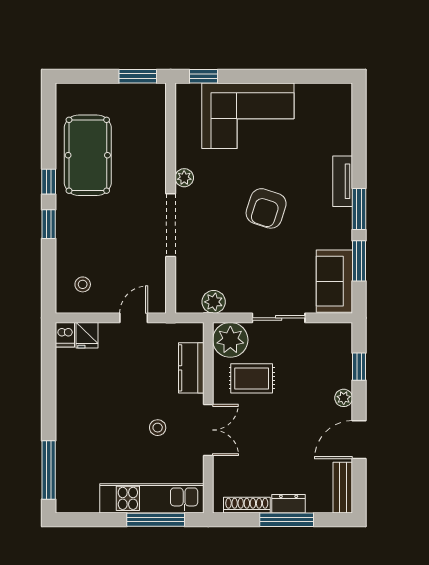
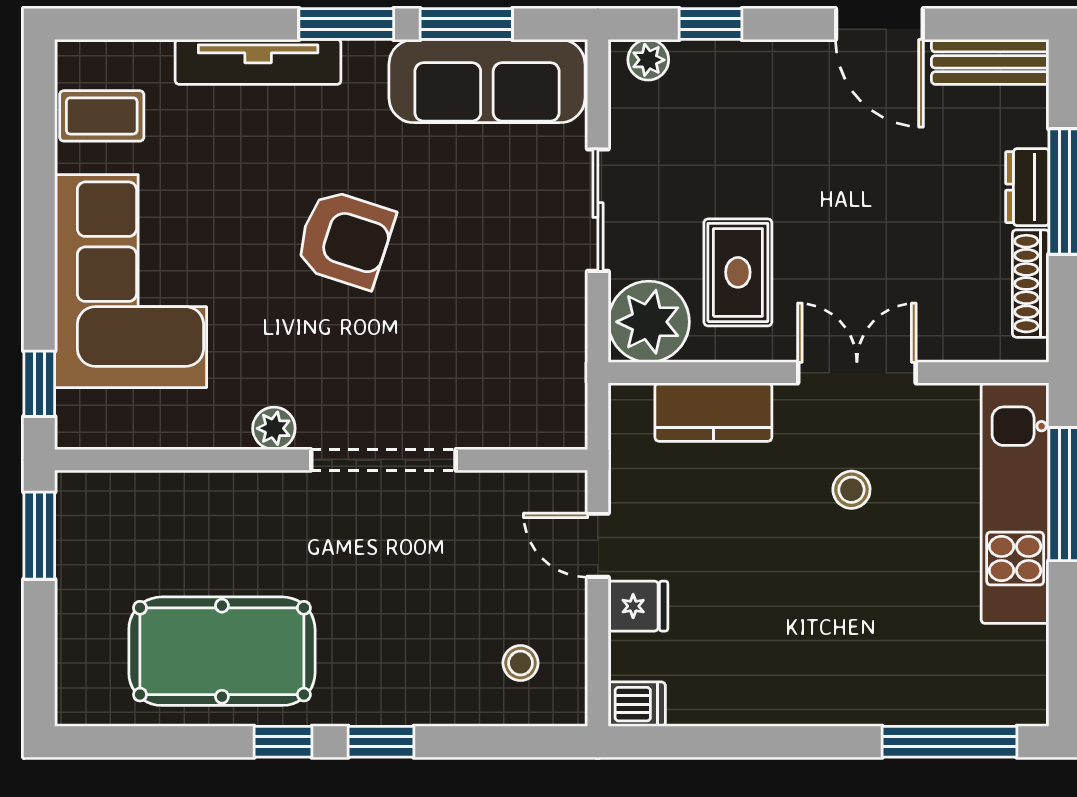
coffee table: (319, 103) -> (102, 116), added
tv unit: (343, 181) -> (258, 62), width x1.41
sofa: (334, 281) -> (487, 81), width x1.36
plant: (214, 302) -> (561, 360), removed
fridge: (87, 335) -> (638, 606), moved
plant: (344, 398) -> (648, 60), moved

